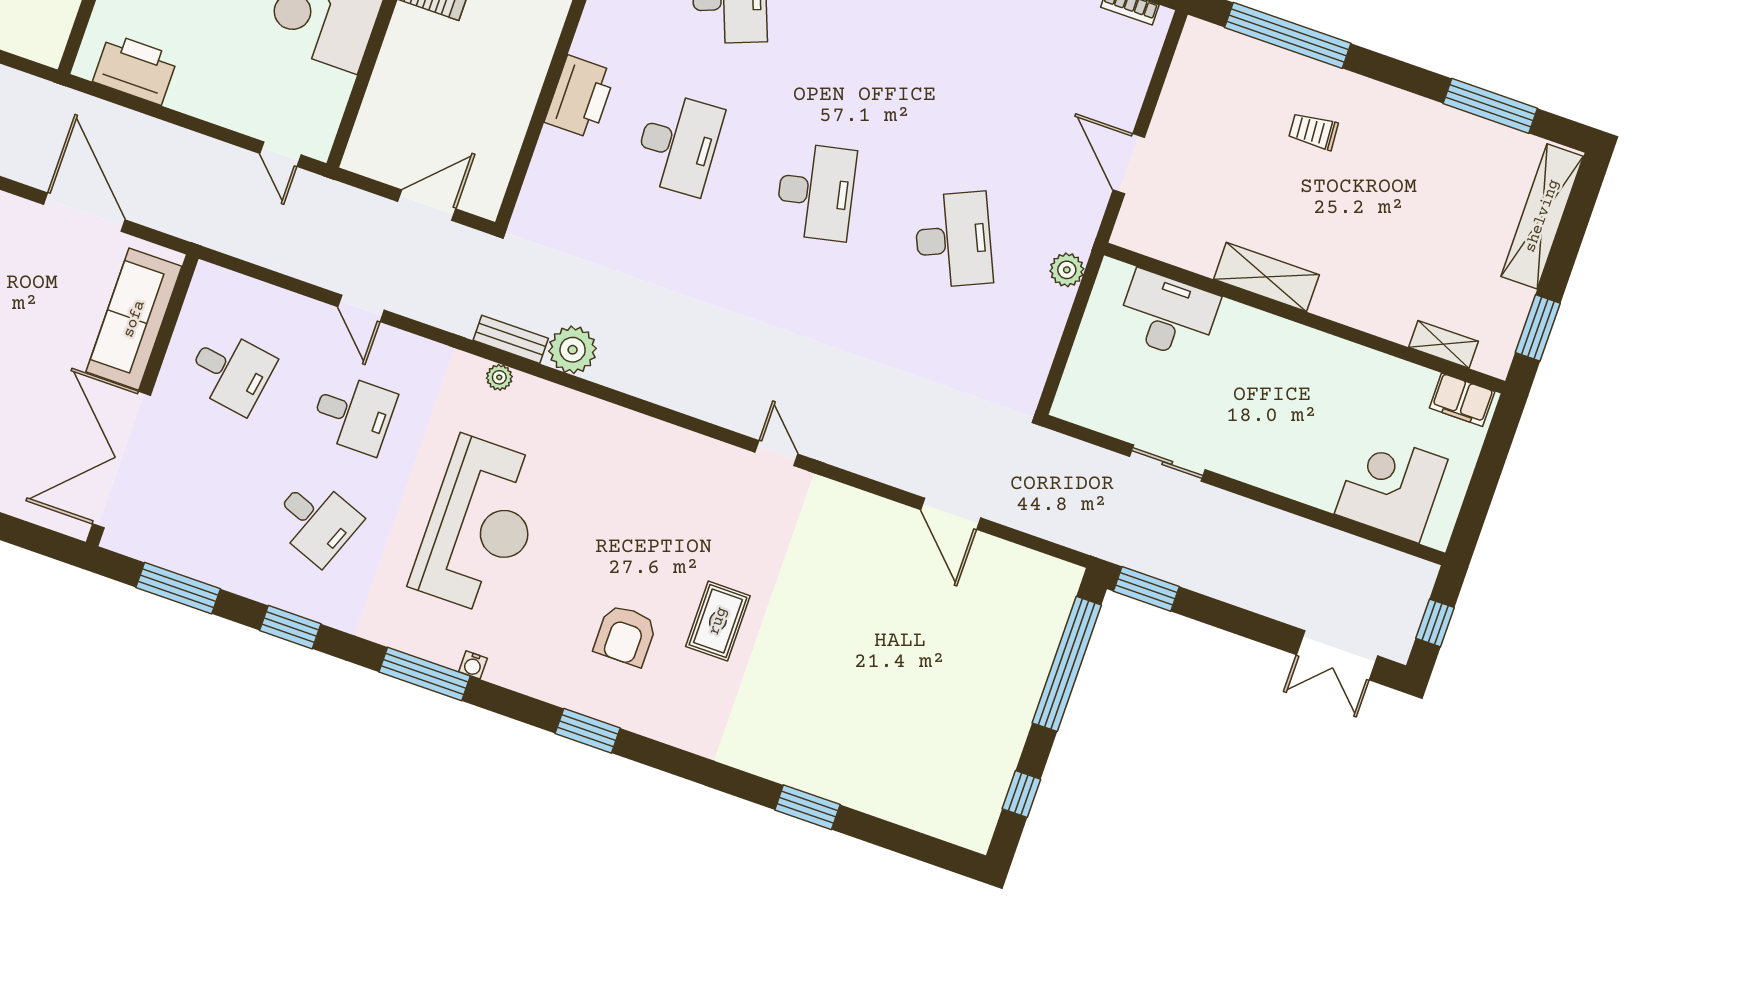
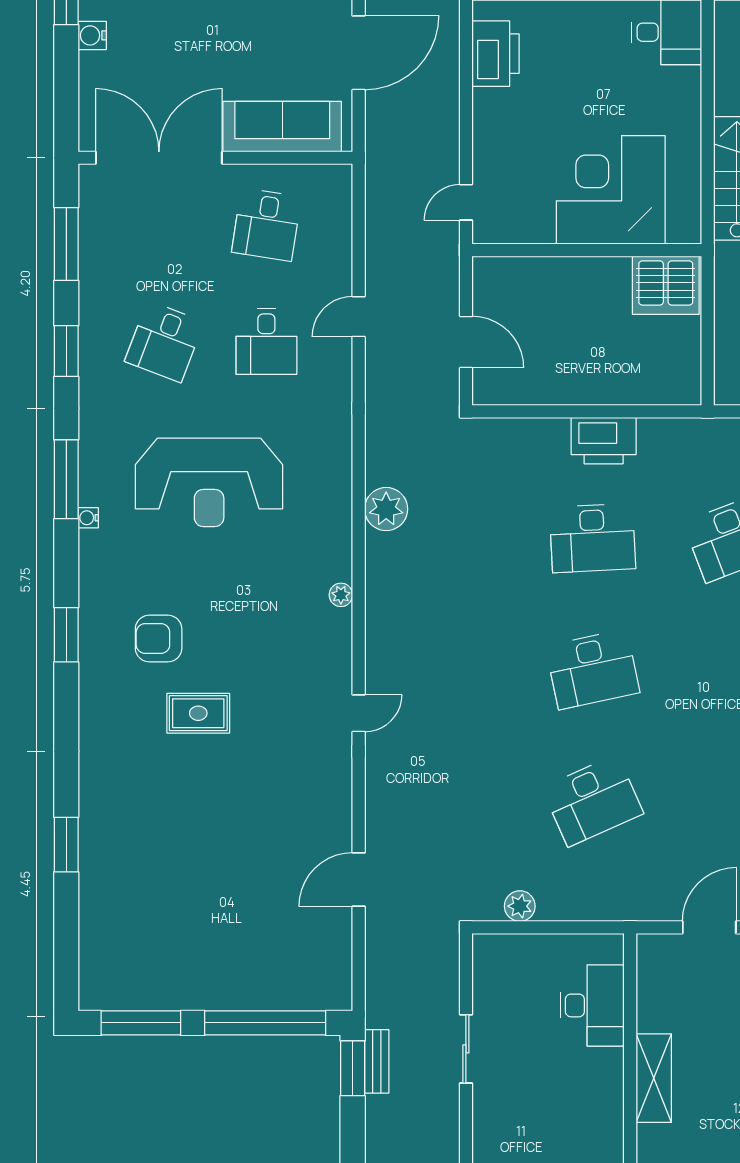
plant: (1067, 270) -> (520, 906), moved
bench: (511, 339) -> (377, 1061), moved
plant: (499, 377) -> (341, 595), moved
window: (1021, 794) -> (141, 1023), width x2.17

